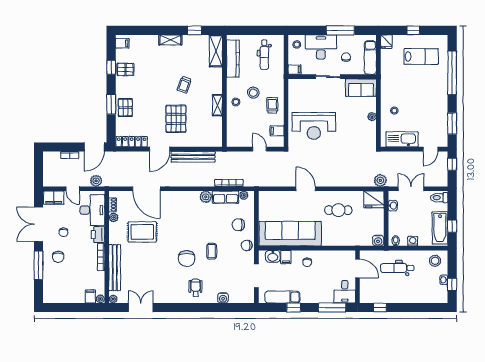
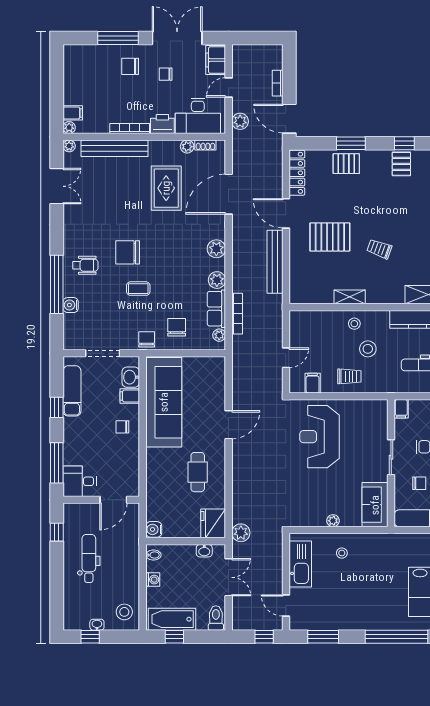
plant: (184, 197) -> (216, 249), added
dental chair: (397, 268) -> (89, 558), moved
window: (209, 308) -> (57, 284), added

